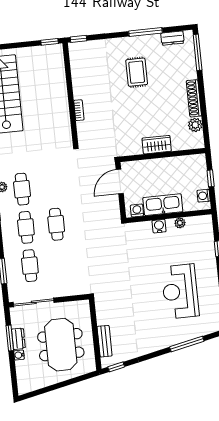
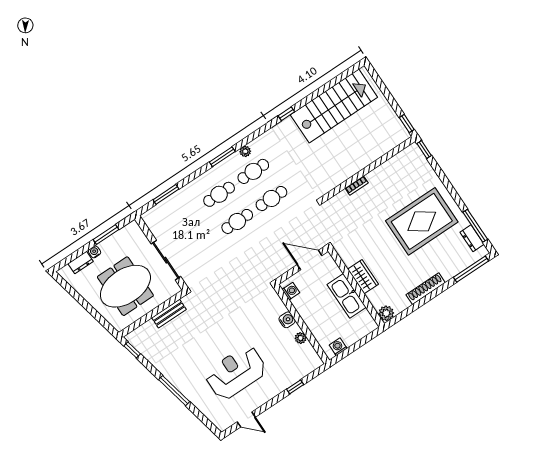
window: (145, 32) -> (475, 226), moved
rug: (137, 72) -> (422, 221), width x1.86, depth x2.06
plant: (195, 125) -> (386, 313), moved
window: (211, 178) -> (358, 345), removed
kitchen sink: (163, 205) -> (347, 296), moved, turned 180
cafe table: (30, 266) -> (271, 198), moved
sliding door: (34, 302) -> (166, 260), moved
dresser: (18, 339) -> (81, 263), moved
bench: (105, 341) -> (169, 314), moved
window: (187, 344) -> (174, 391), moved

